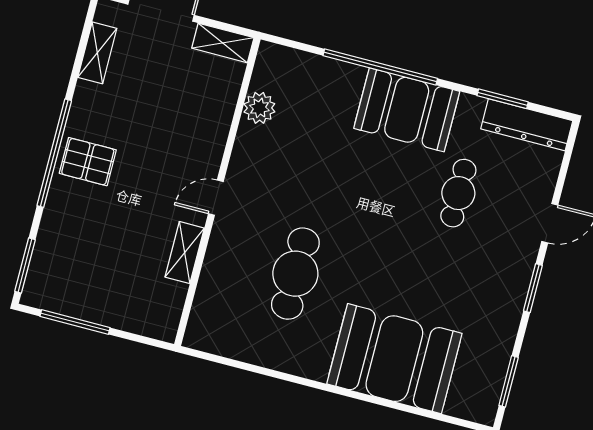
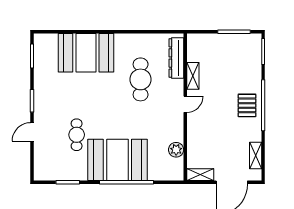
booth: (407, 110) -> (117, 160), width x1.36, depth x1.42
dresser: (527, 125) -> (176, 58), moved, turned -90
pallet: (88, 162) -> (247, 105), turned 90

